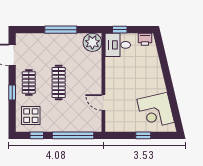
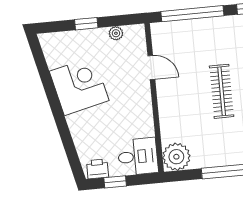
window: (120, 30) -> (115, 182), moved
corner desk: (156, 111) -> (79, 86), moved
plant: (124, 127) -> (116, 33), added

